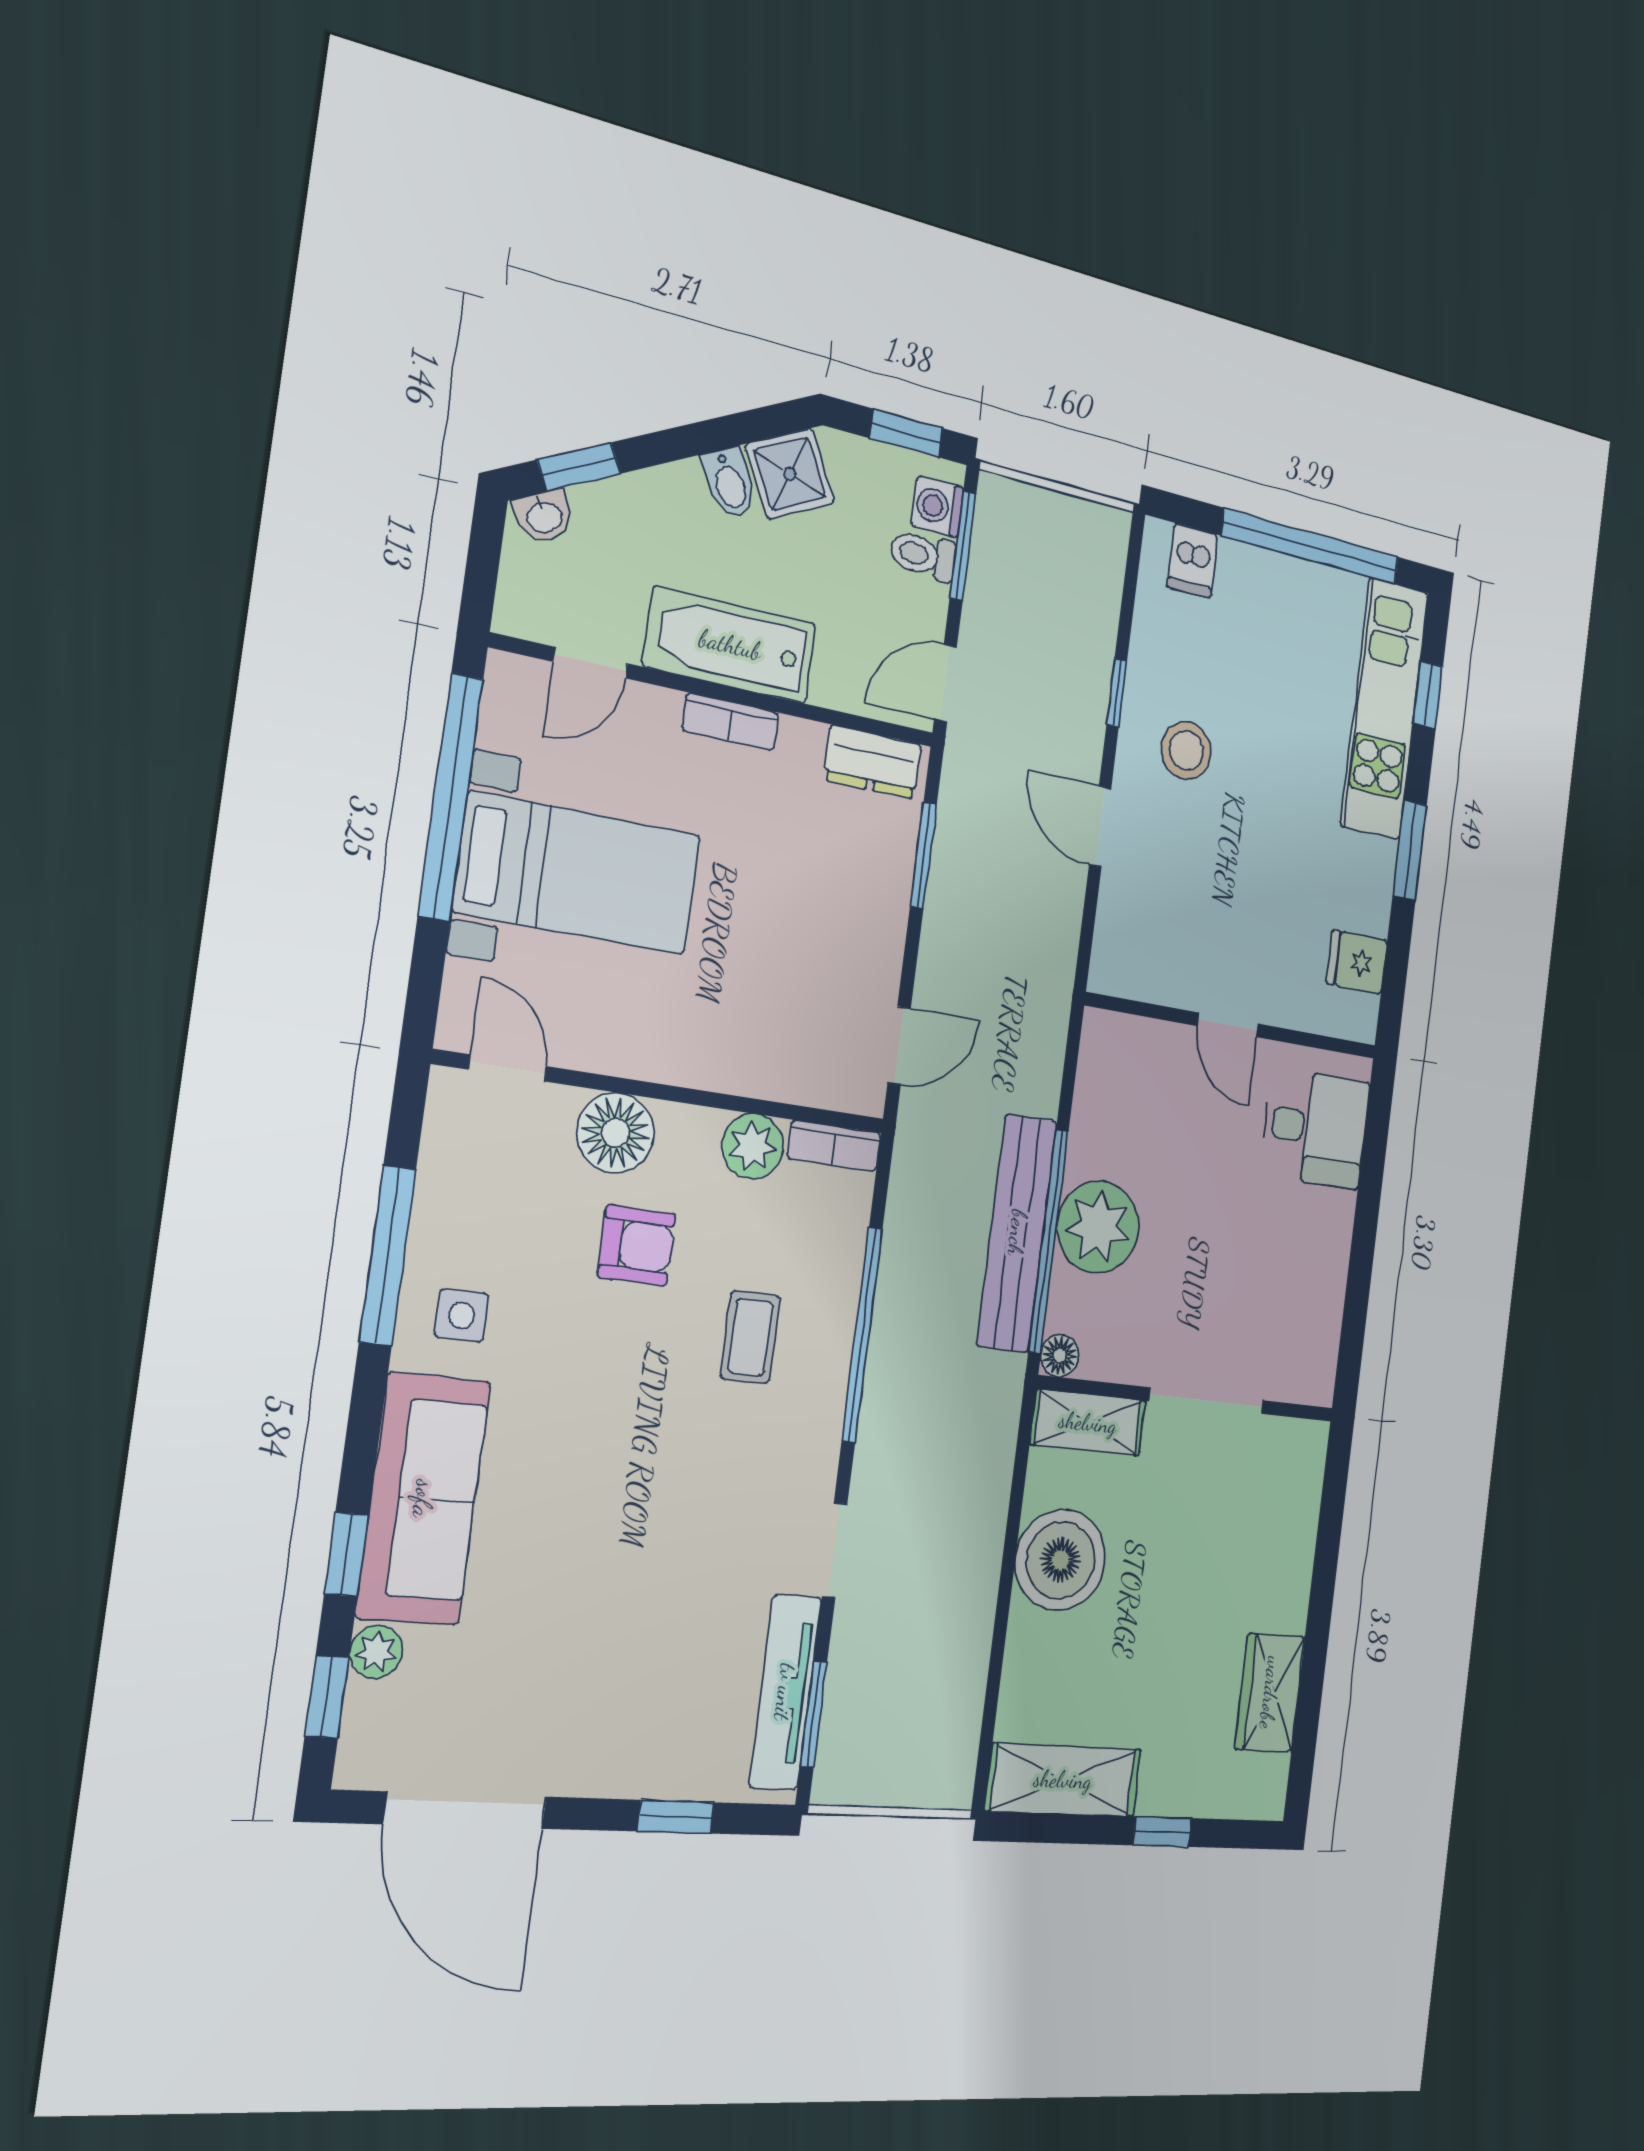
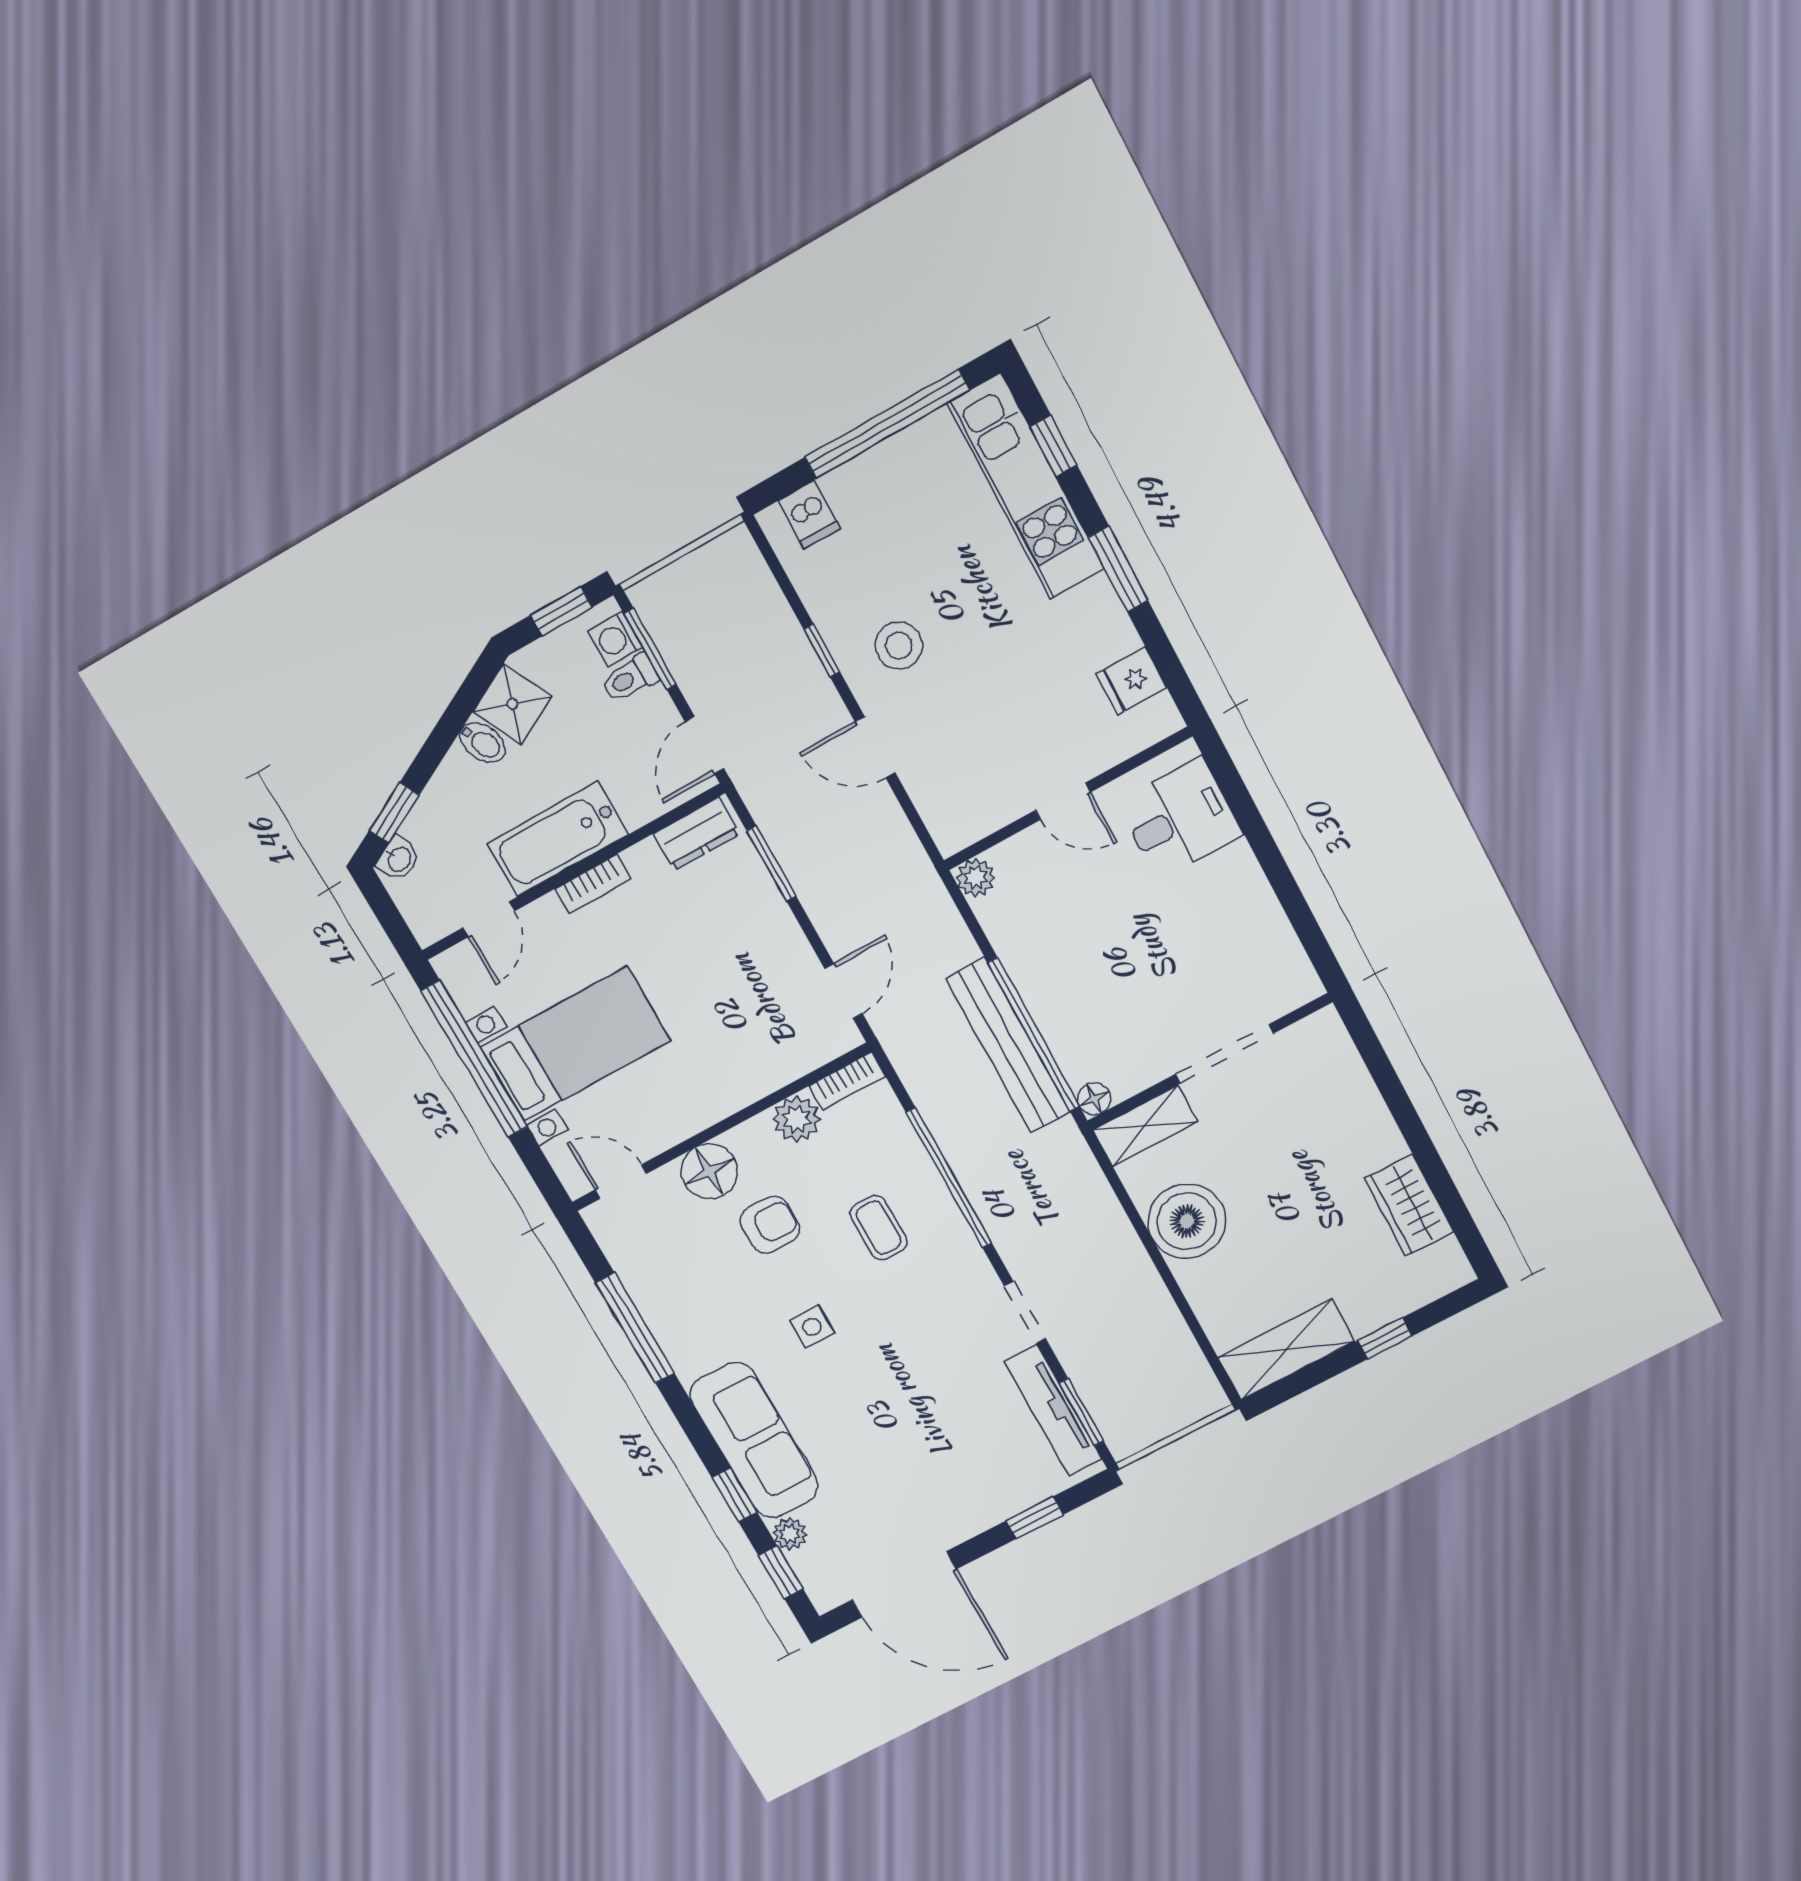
plant: (1098, 1227) -> (976, 878), moved, width x0.53, depth x0.53
side table: (462, 1315) -> (812, 1327), moved

